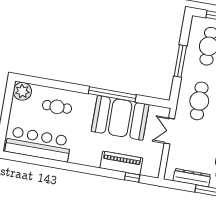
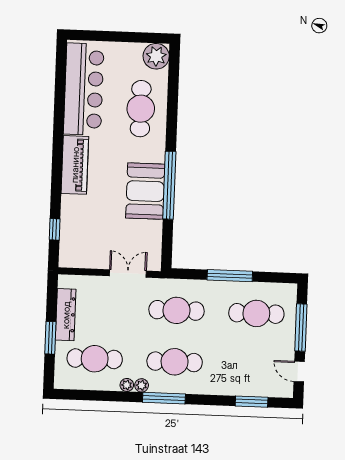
cafe table: (57, 107) -> (141, 109), width x1.37, depth x1.35
booth: (120, 118) -> (145, 191), width x0.73, depth x0.70
piano: (121, 163) -> (75, 165), moved

